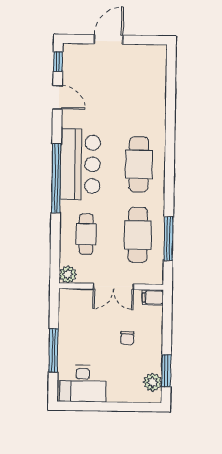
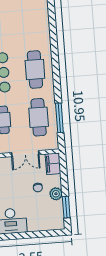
filing cabinet: (153, 297) -> (53, 164), width x2.00
plant: (153, 382) -> (56, 194), moved

